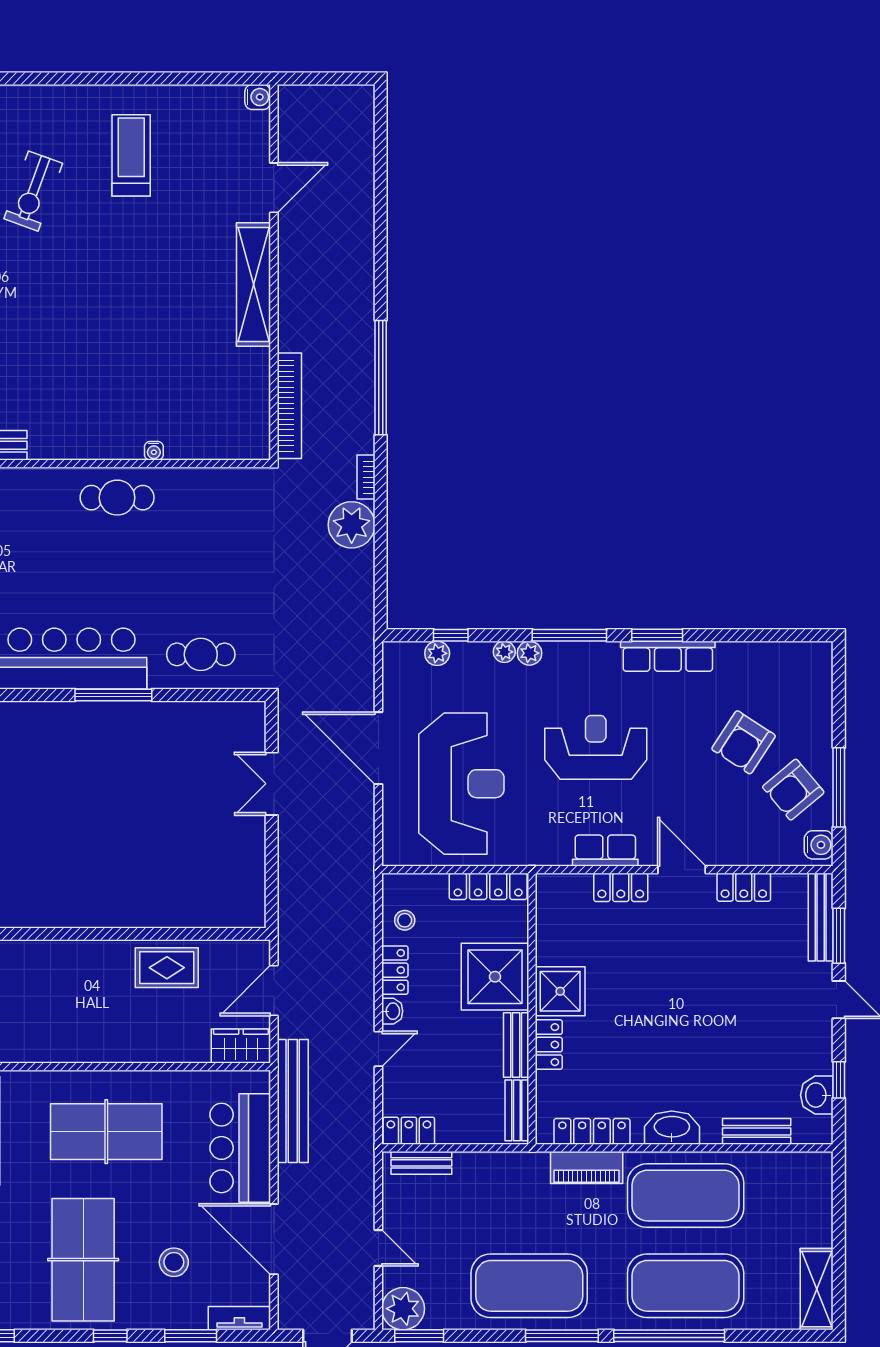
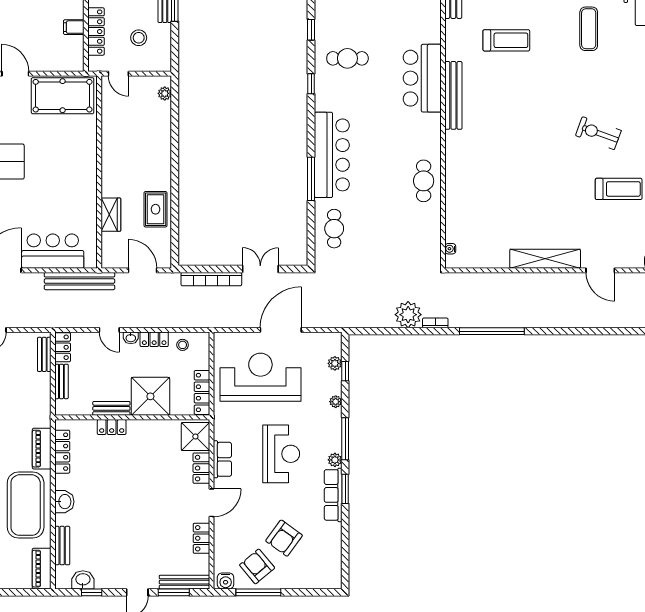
bookcase: (289, 406) -> (211, 279), moved
water cooler: (154, 451) -> (450, 249), moved
plant: (529, 653) -> (335, 460), moved
armchair: (744, 742) -> (284, 538), turned -87
reception desk: (461, 784) -> (260, 377), turned 180
shower: (560, 991) -> (195, 437), moved
wardrobe: (241, 1046) -> (111, 215), moved
bench: (517, 1110) -> (61, 381), moved, turned 90
washbasin: (672, 1128) -> (64, 502), width x0.72
table tennis table: (106, 1132) -> (62, 175), removed
piano: (797, 1167) -> (42, 569), added

